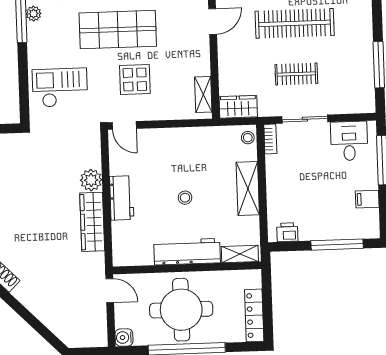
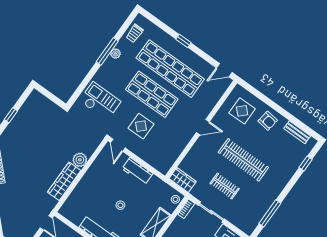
shelving: (203, 94) -> (170, 160), removed
workbench: (122, 198) -> (137, 171), moved, turned 90

